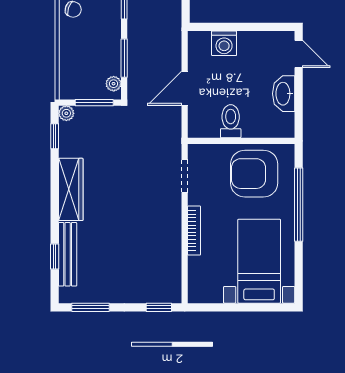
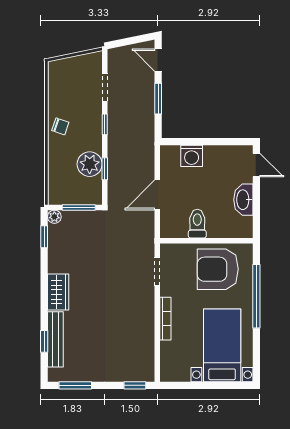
window: (124, 58) -> (105, 169), width x0.67
plant: (114, 84) -> (90, 164), moved, width x1.87, depth x1.87
wardrobe: (71, 189) -> (58, 292), width x0.67

